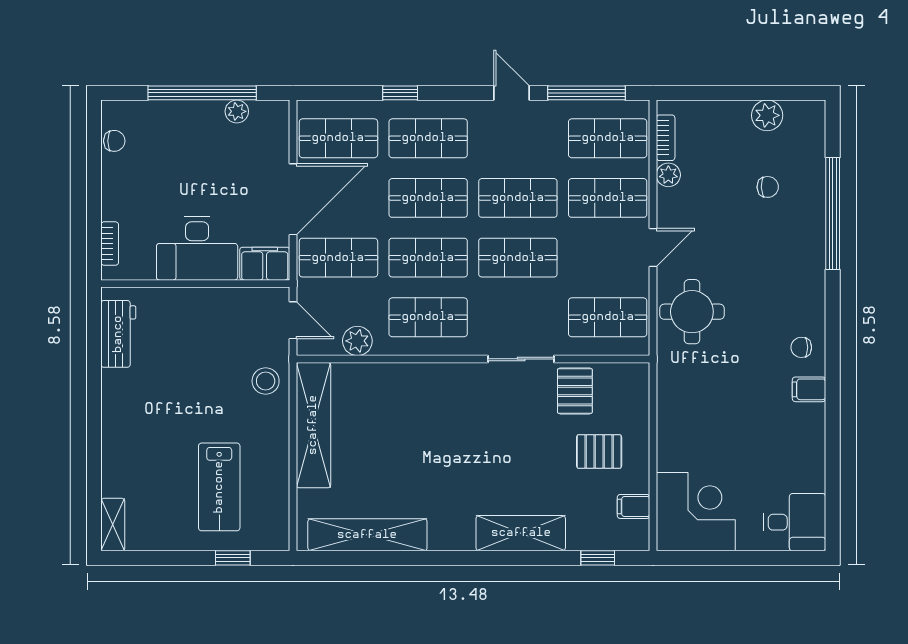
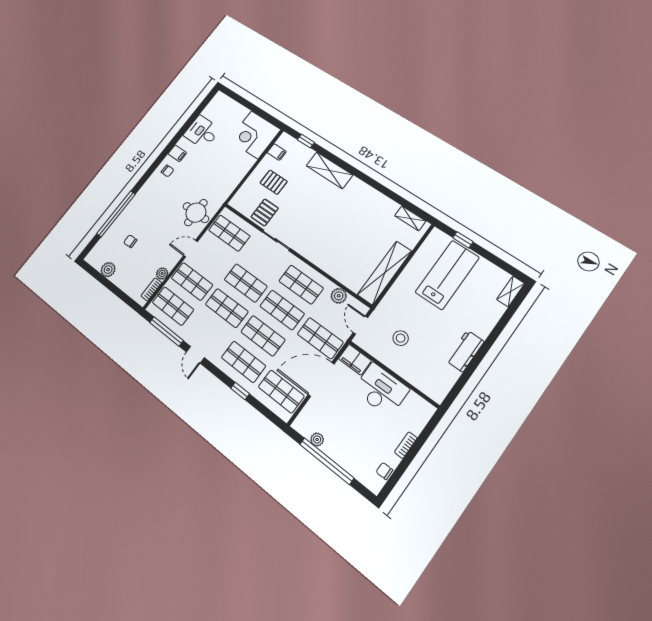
bookcase: (110, 244) -> (406, 445), moved
workbench: (118, 334) -> (465, 351), moved
stool: (266, 381) -> (401, 338), moved
lab bench: (219, 487) -> (447, 275), width x1.36, depth x1.39
desk: (794, 522) -> (202, 132), moved
shelving: (367, 535) -> (410, 218), width x0.45, depth x0.75

